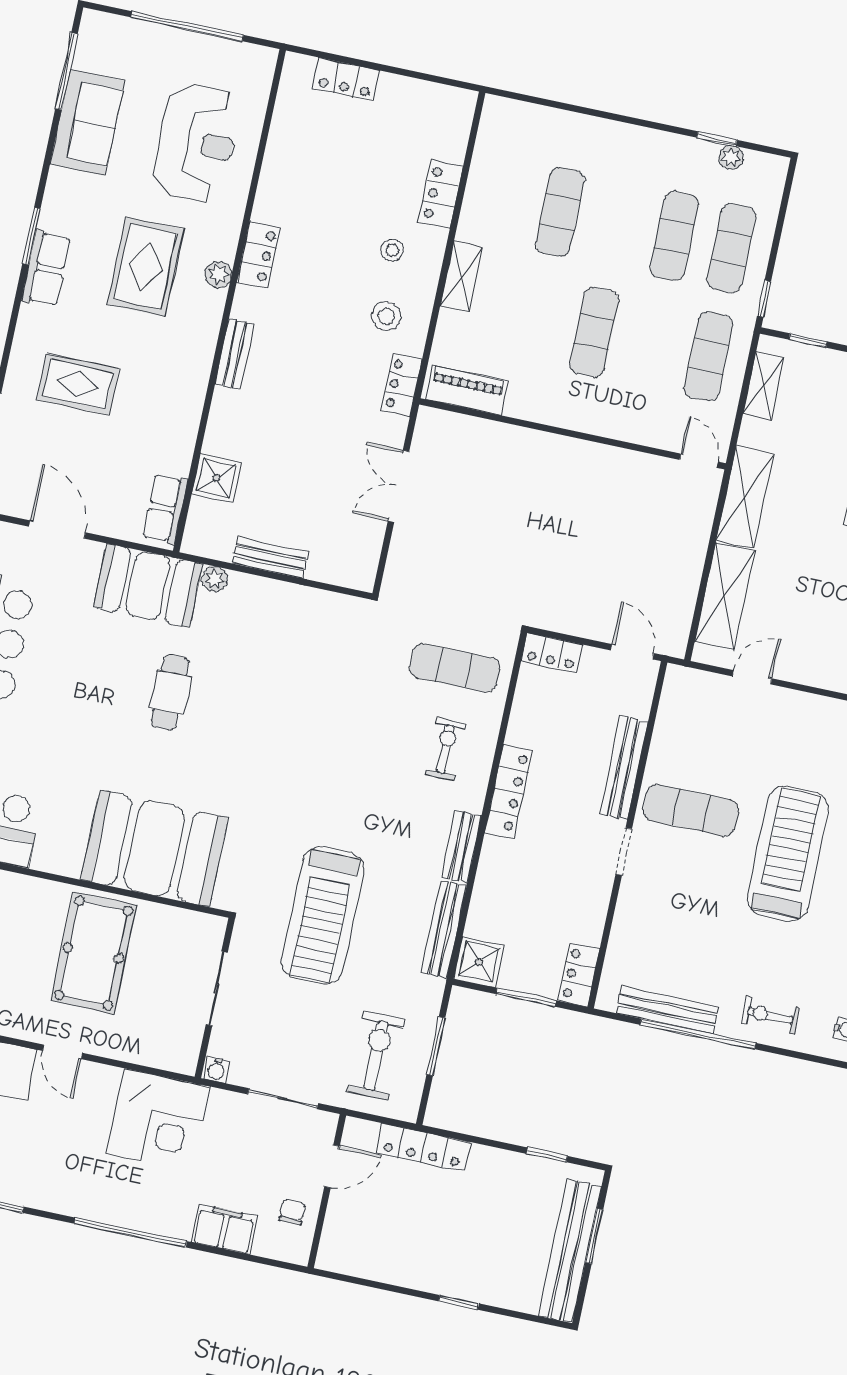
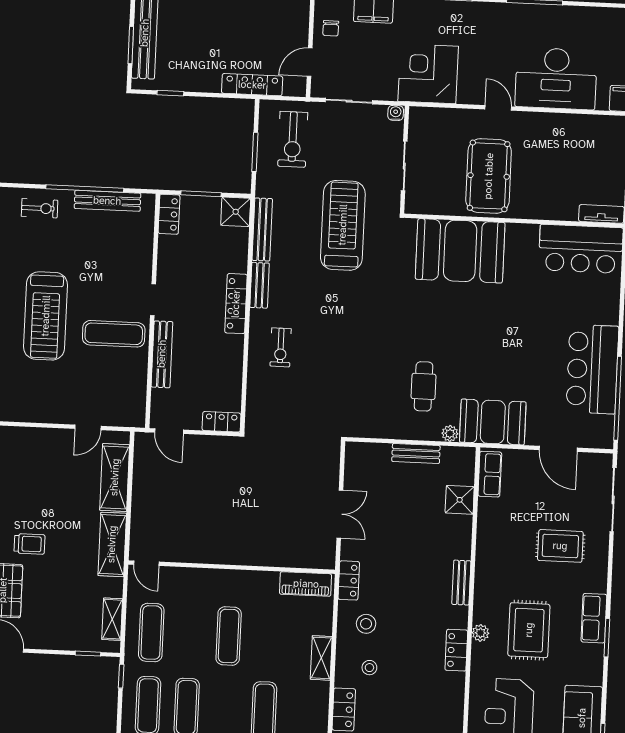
exercise mat: (454, 668) -> (284, 401), removed
cafe table: (170, 692) -> (424, 386), moved
locker: (508, 791) -> (236, 304), moved

